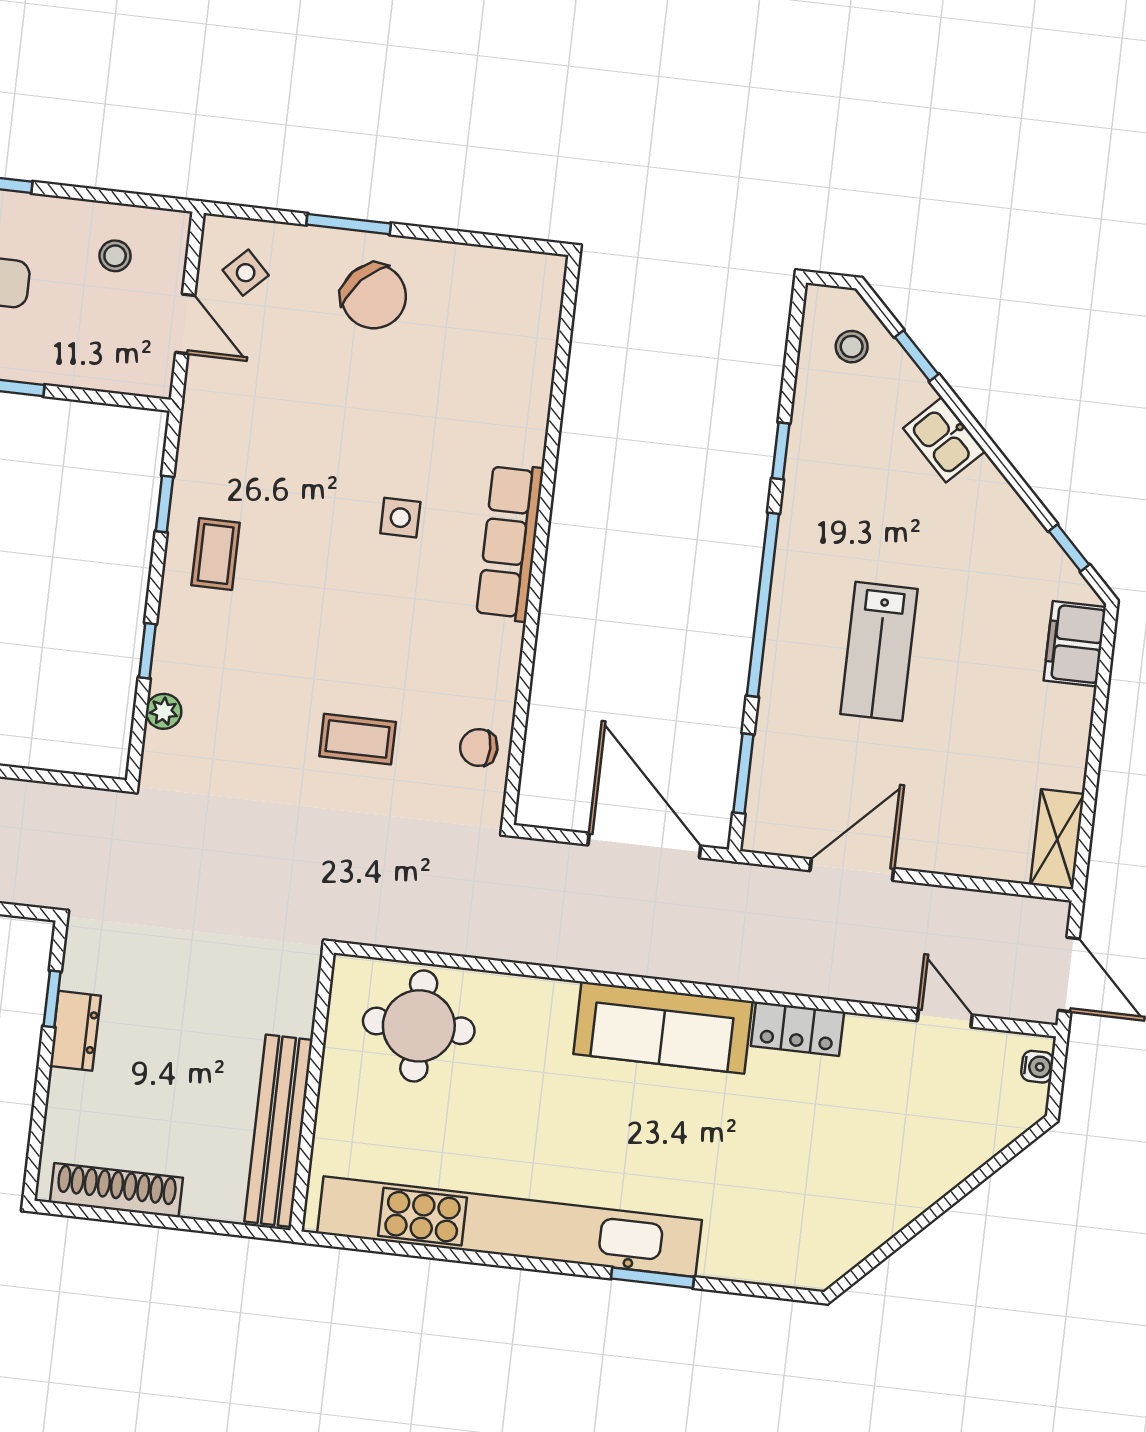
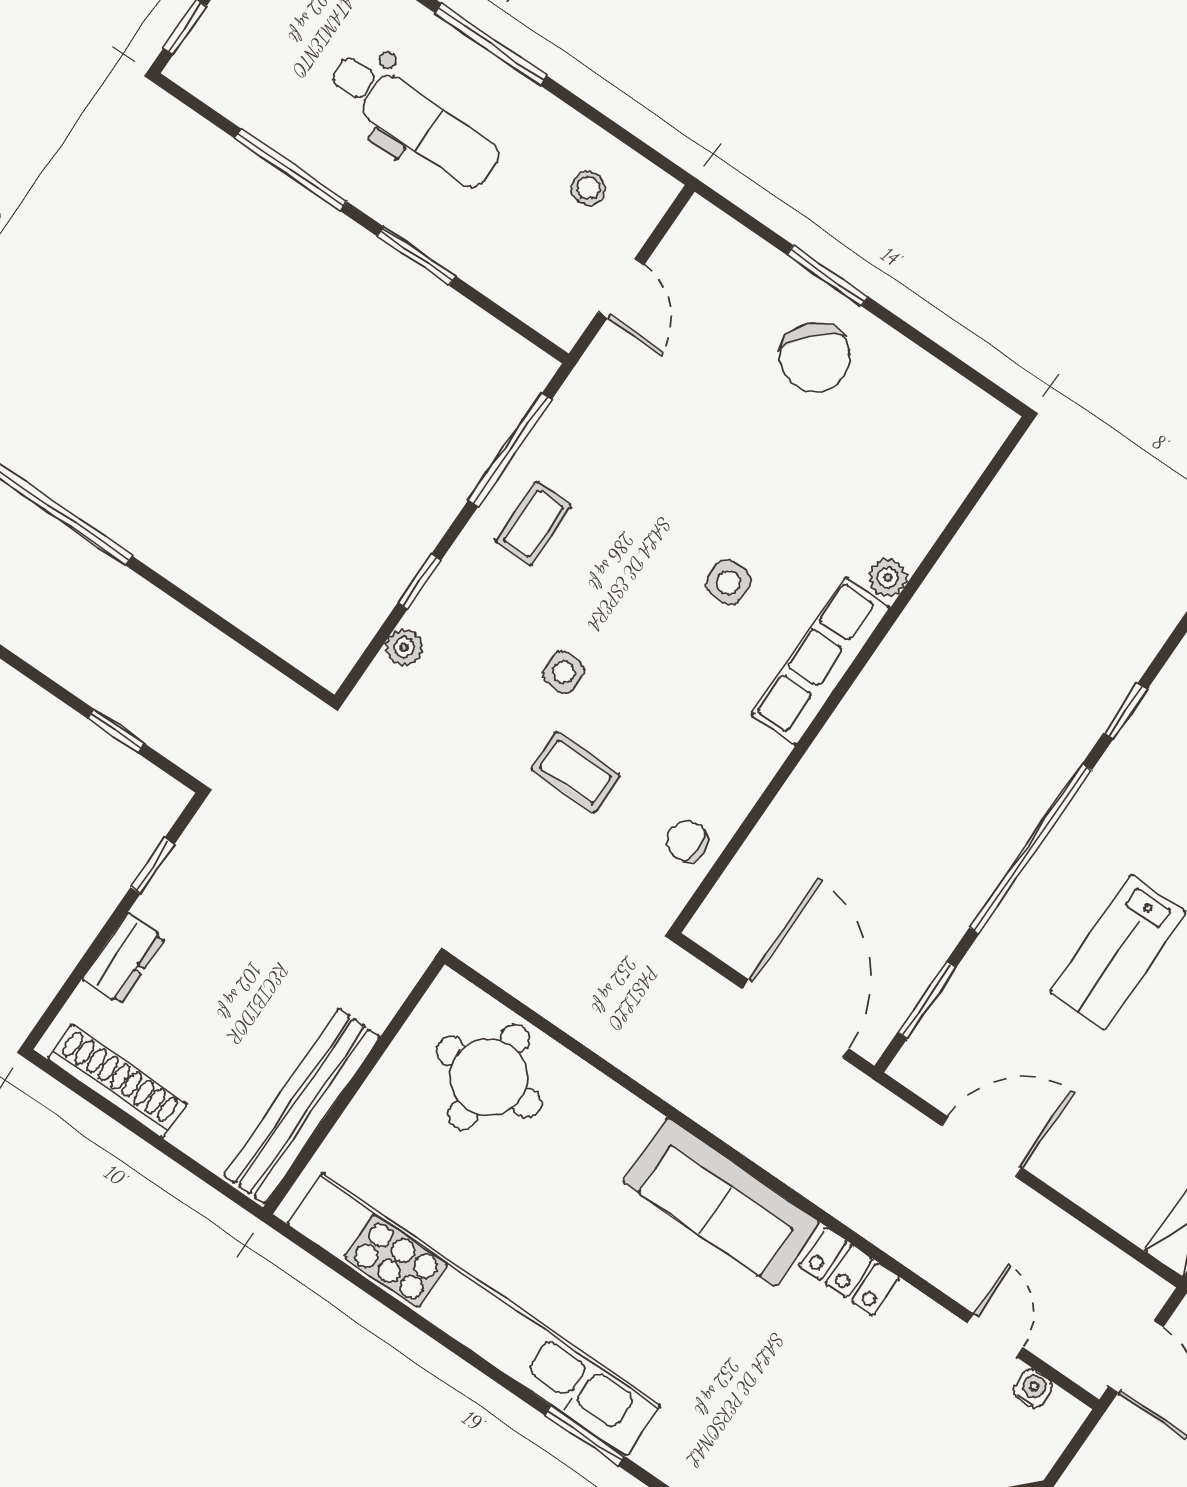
side table: (246, 273) -> (564, 672), moved, turned 45
plant: (529, 445) -> (888, 578), added
window: (164, 504) -> (510, 450), width x2.17
dresser: (75, 1031) -> (124, 959), moved
water cooler: (1037, 1067) -> (1033, 1388), moved, turned -90

